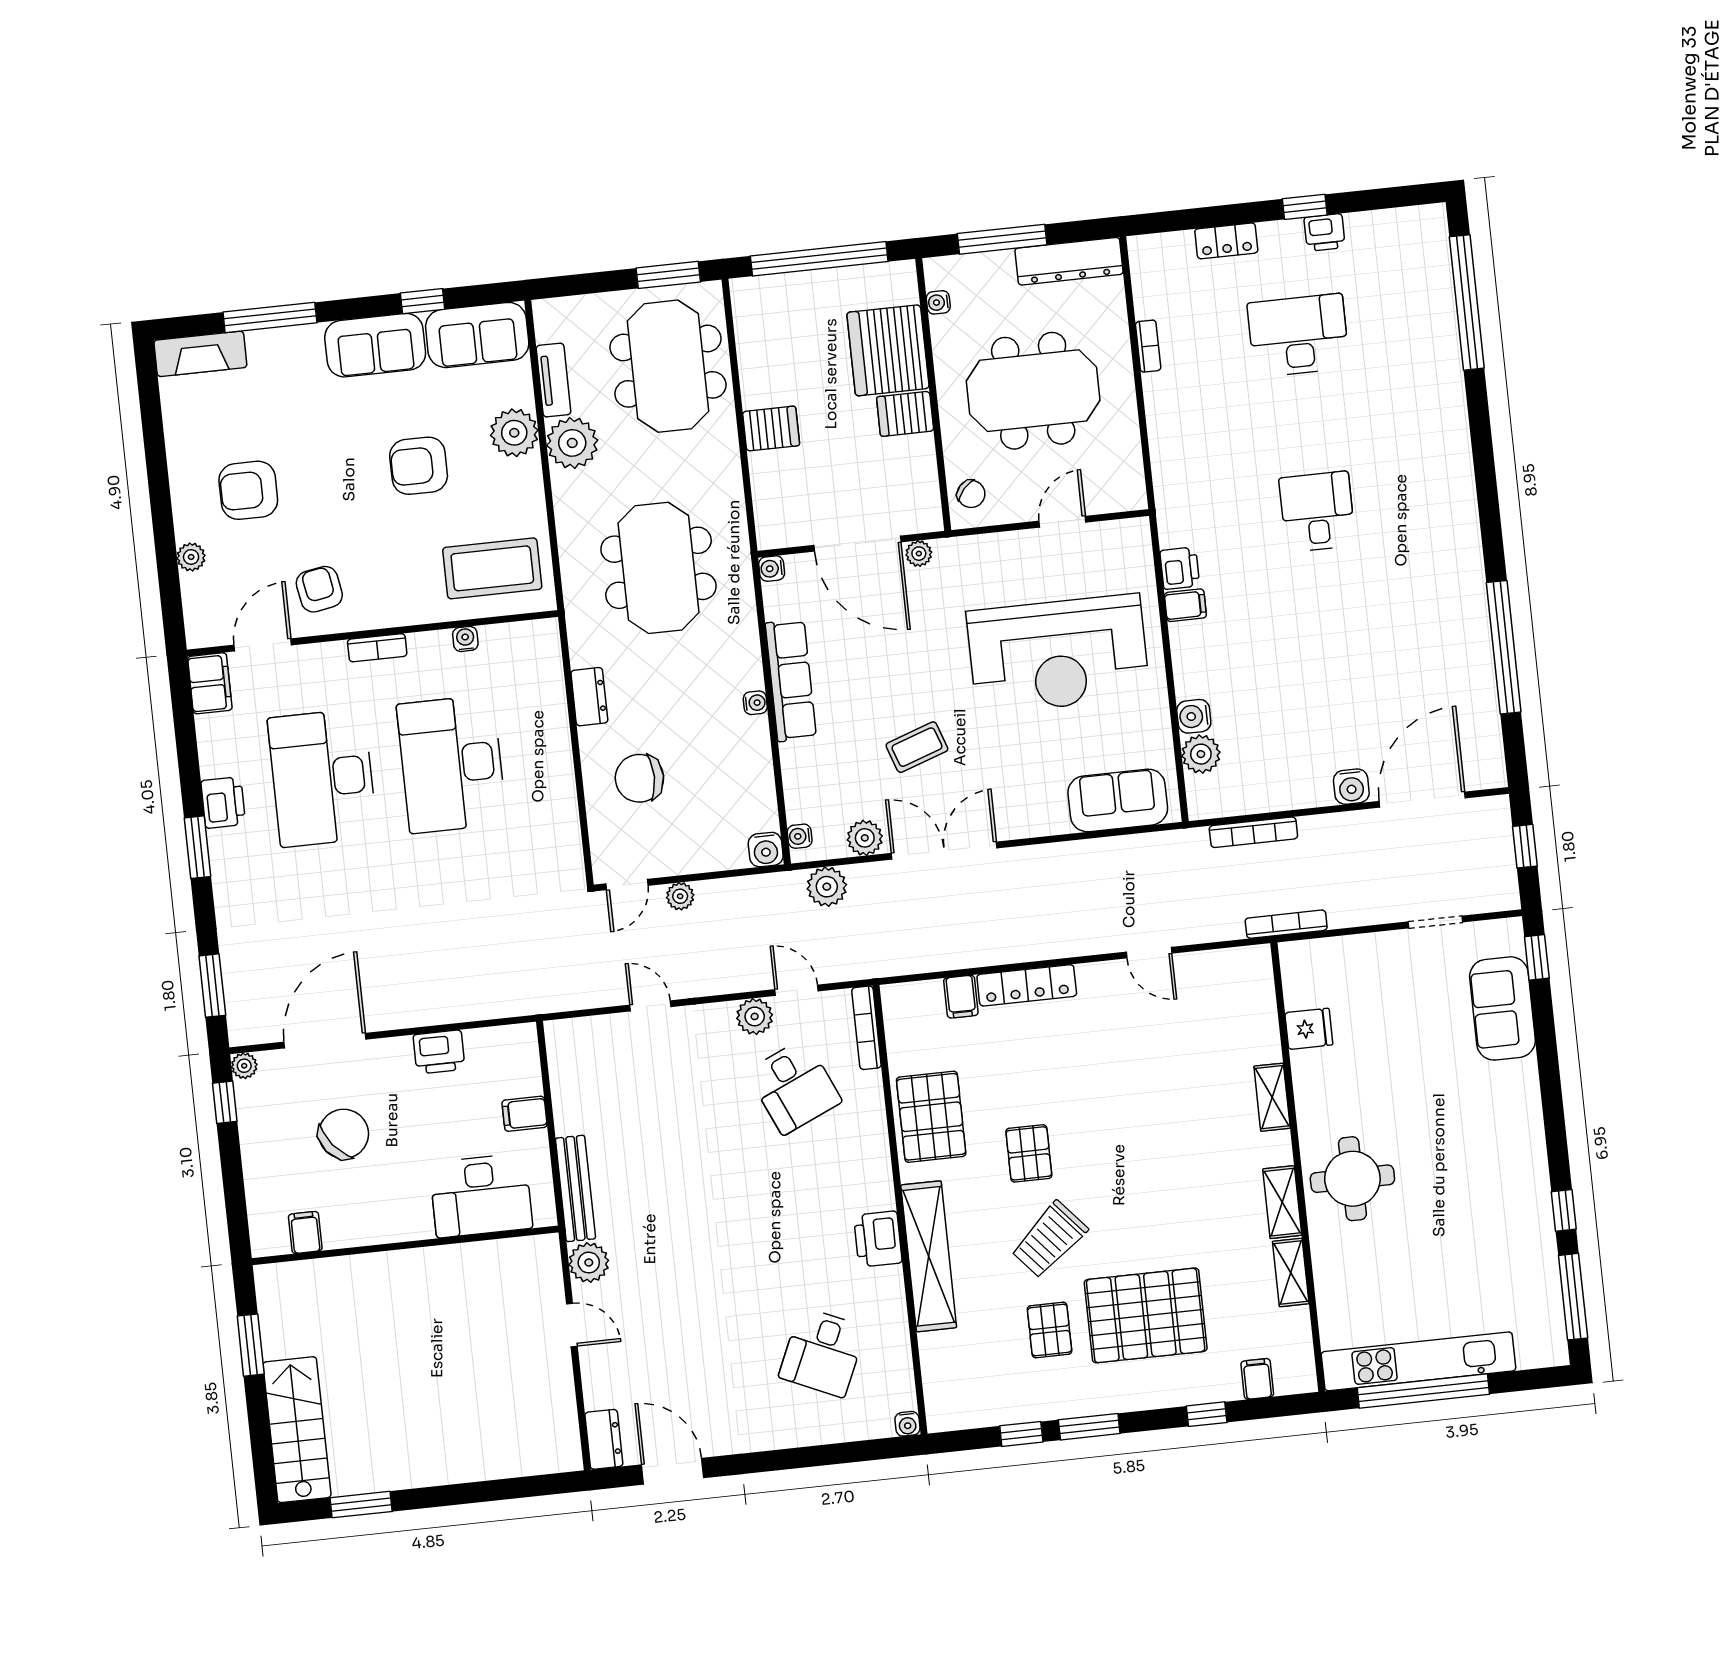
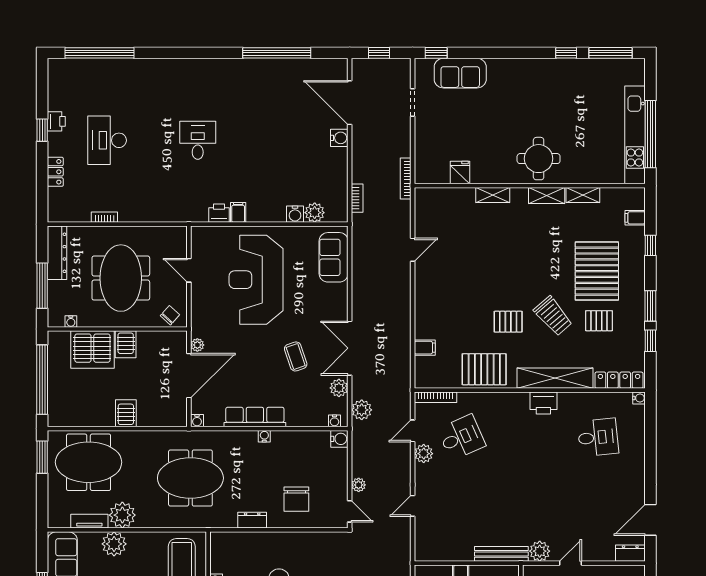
desk: (1317, 512) -> (198, 140), turned 90
reception desk: (1058, 654) -> (256, 280), turned 180
bookcase: (1253, 832) -> (357, 198), width x0.64
locker: (1027, 985) -> (619, 380), moved, turned -90
desk: (822, 1352) -> (598, 437), turned -30

